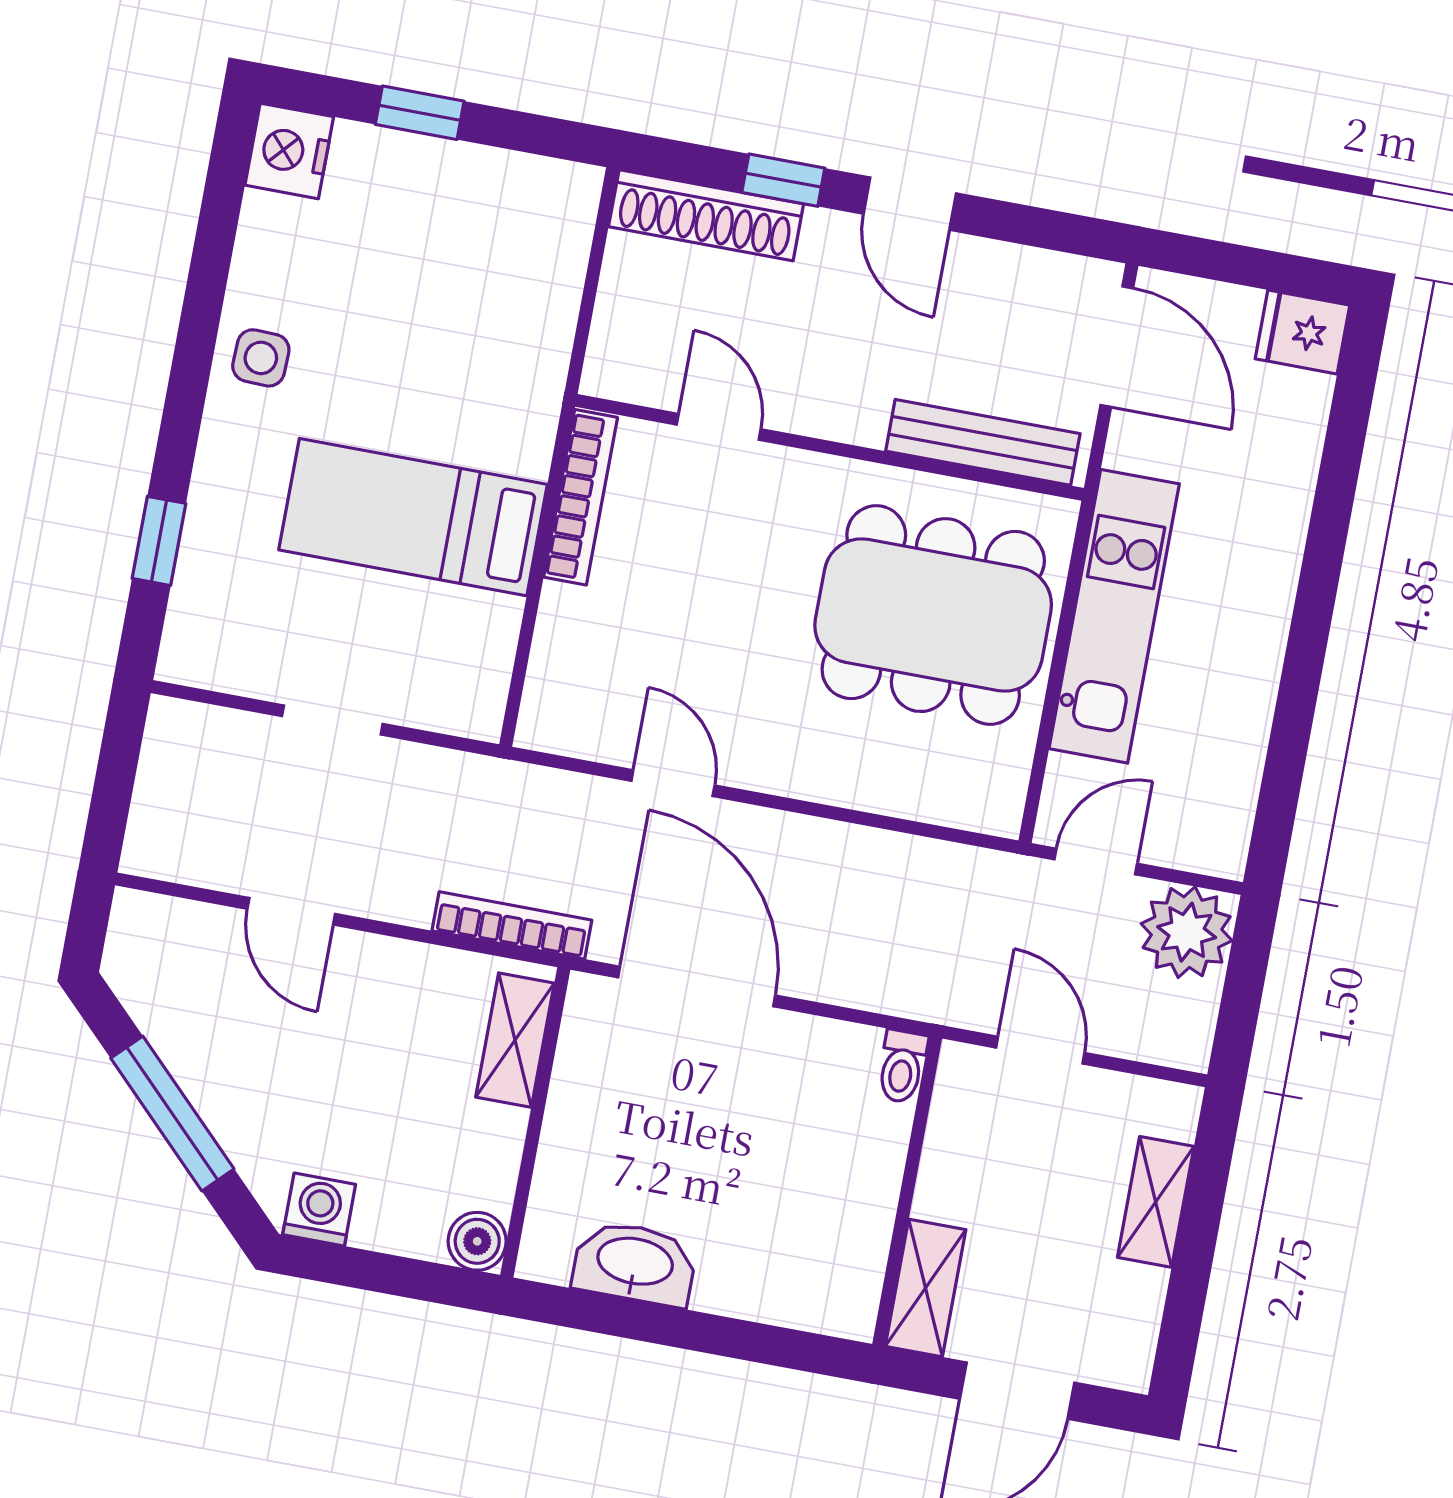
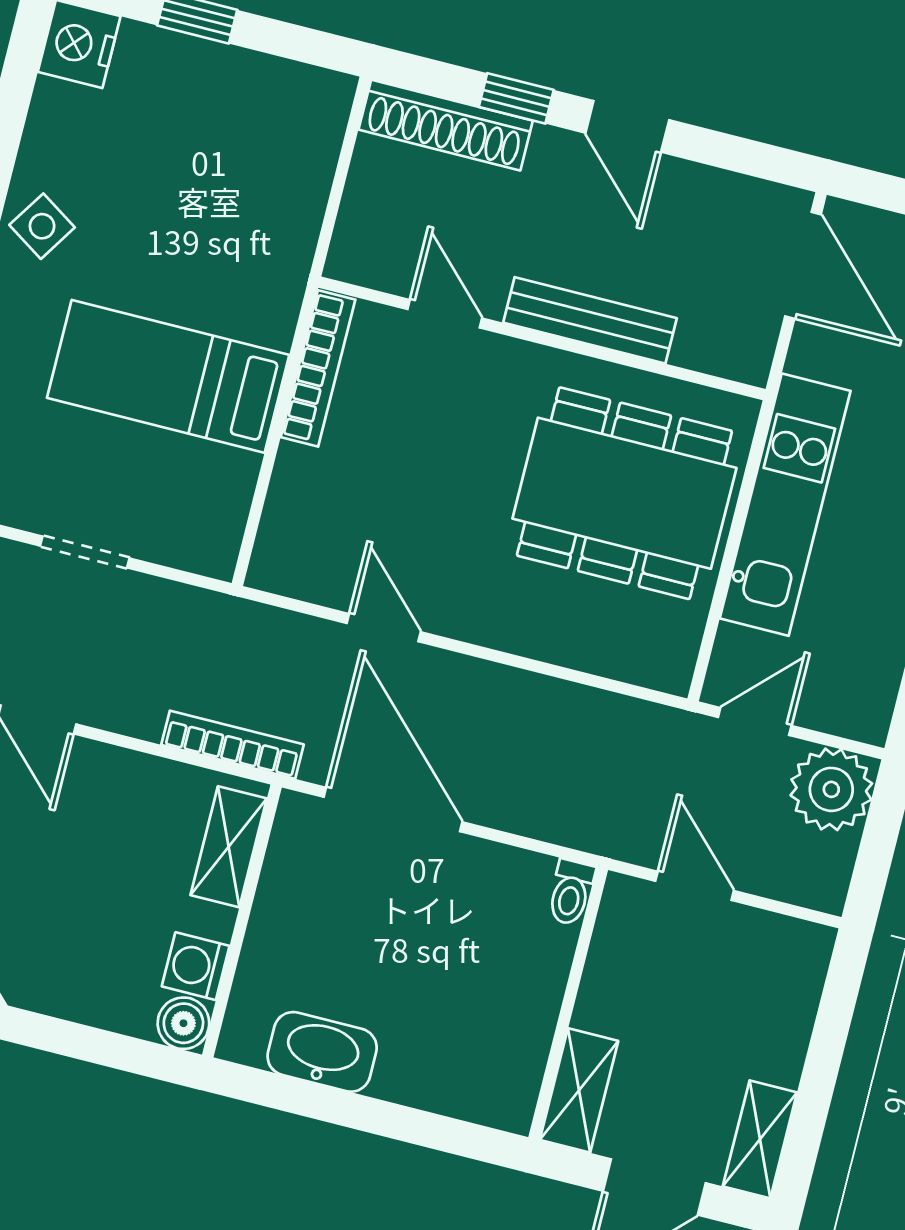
side table: (261, 358) -> (42, 226), turned 31
bench: (983, 442) -> (590, 320), moved
shelving: (1156, 1202) -> (760, 1139), moved
washing machine: (319, 1210) -> (196, 966), moved, turned -90

